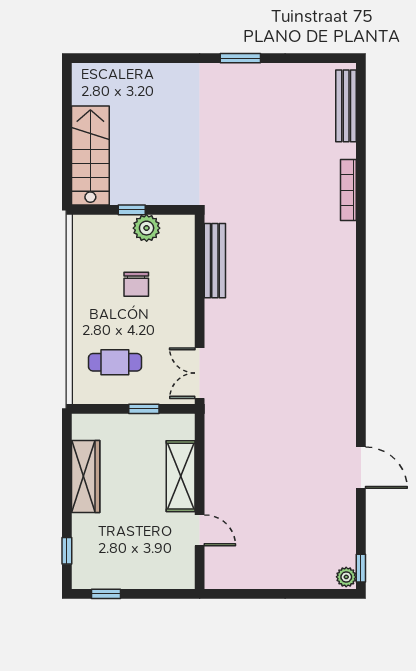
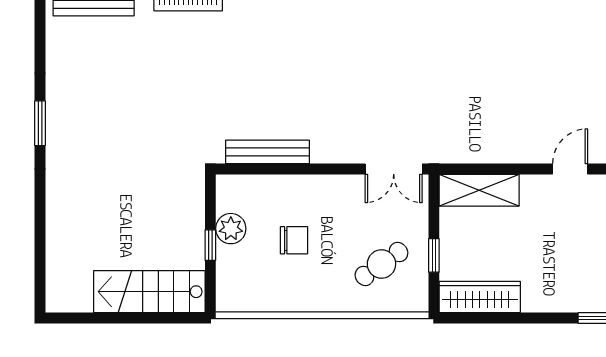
cafe table: (115, 362) -> (381, 264), turned 55
window: (144, 409) -> (434, 255), moved
shelving: (181, 476) -> (479, 190), moved
wardrobe: (86, 477) -> (480, 297), moved

